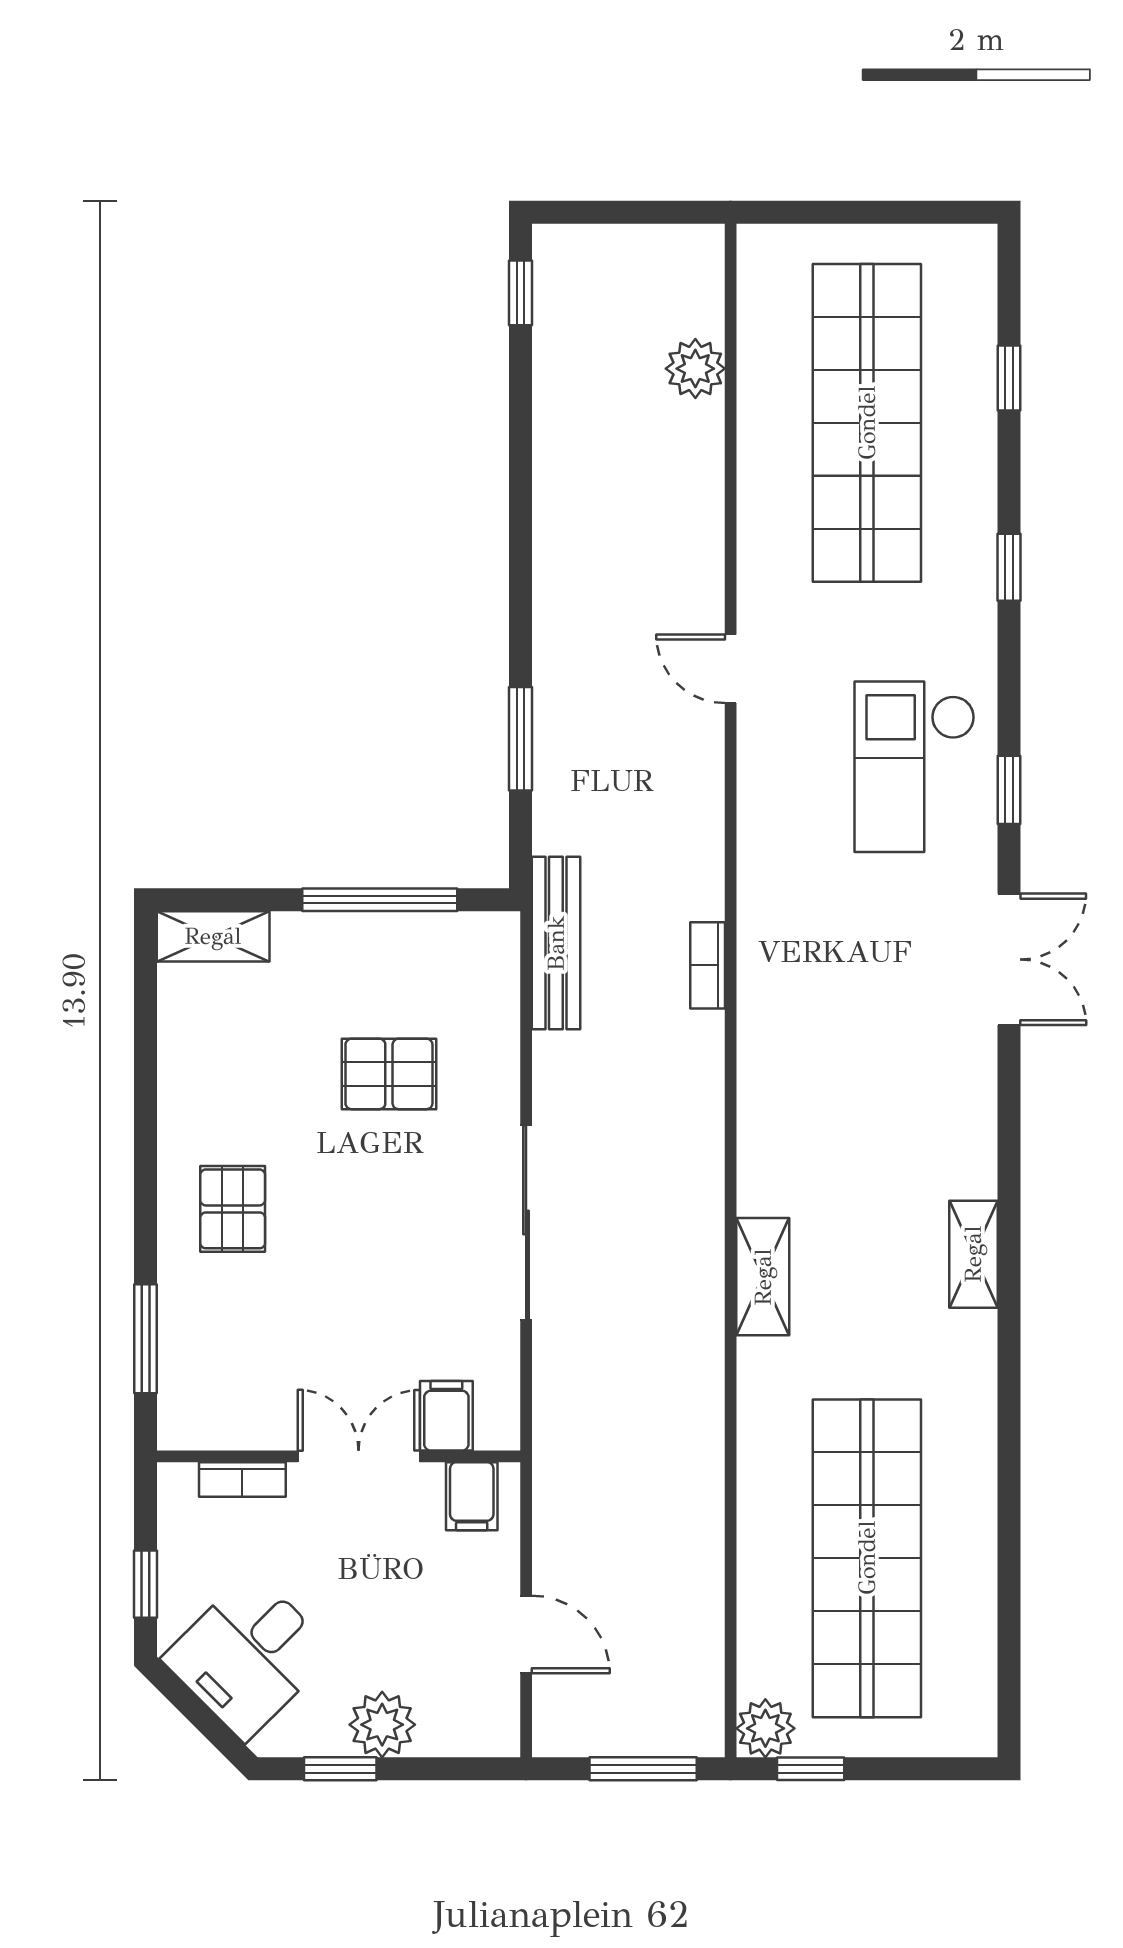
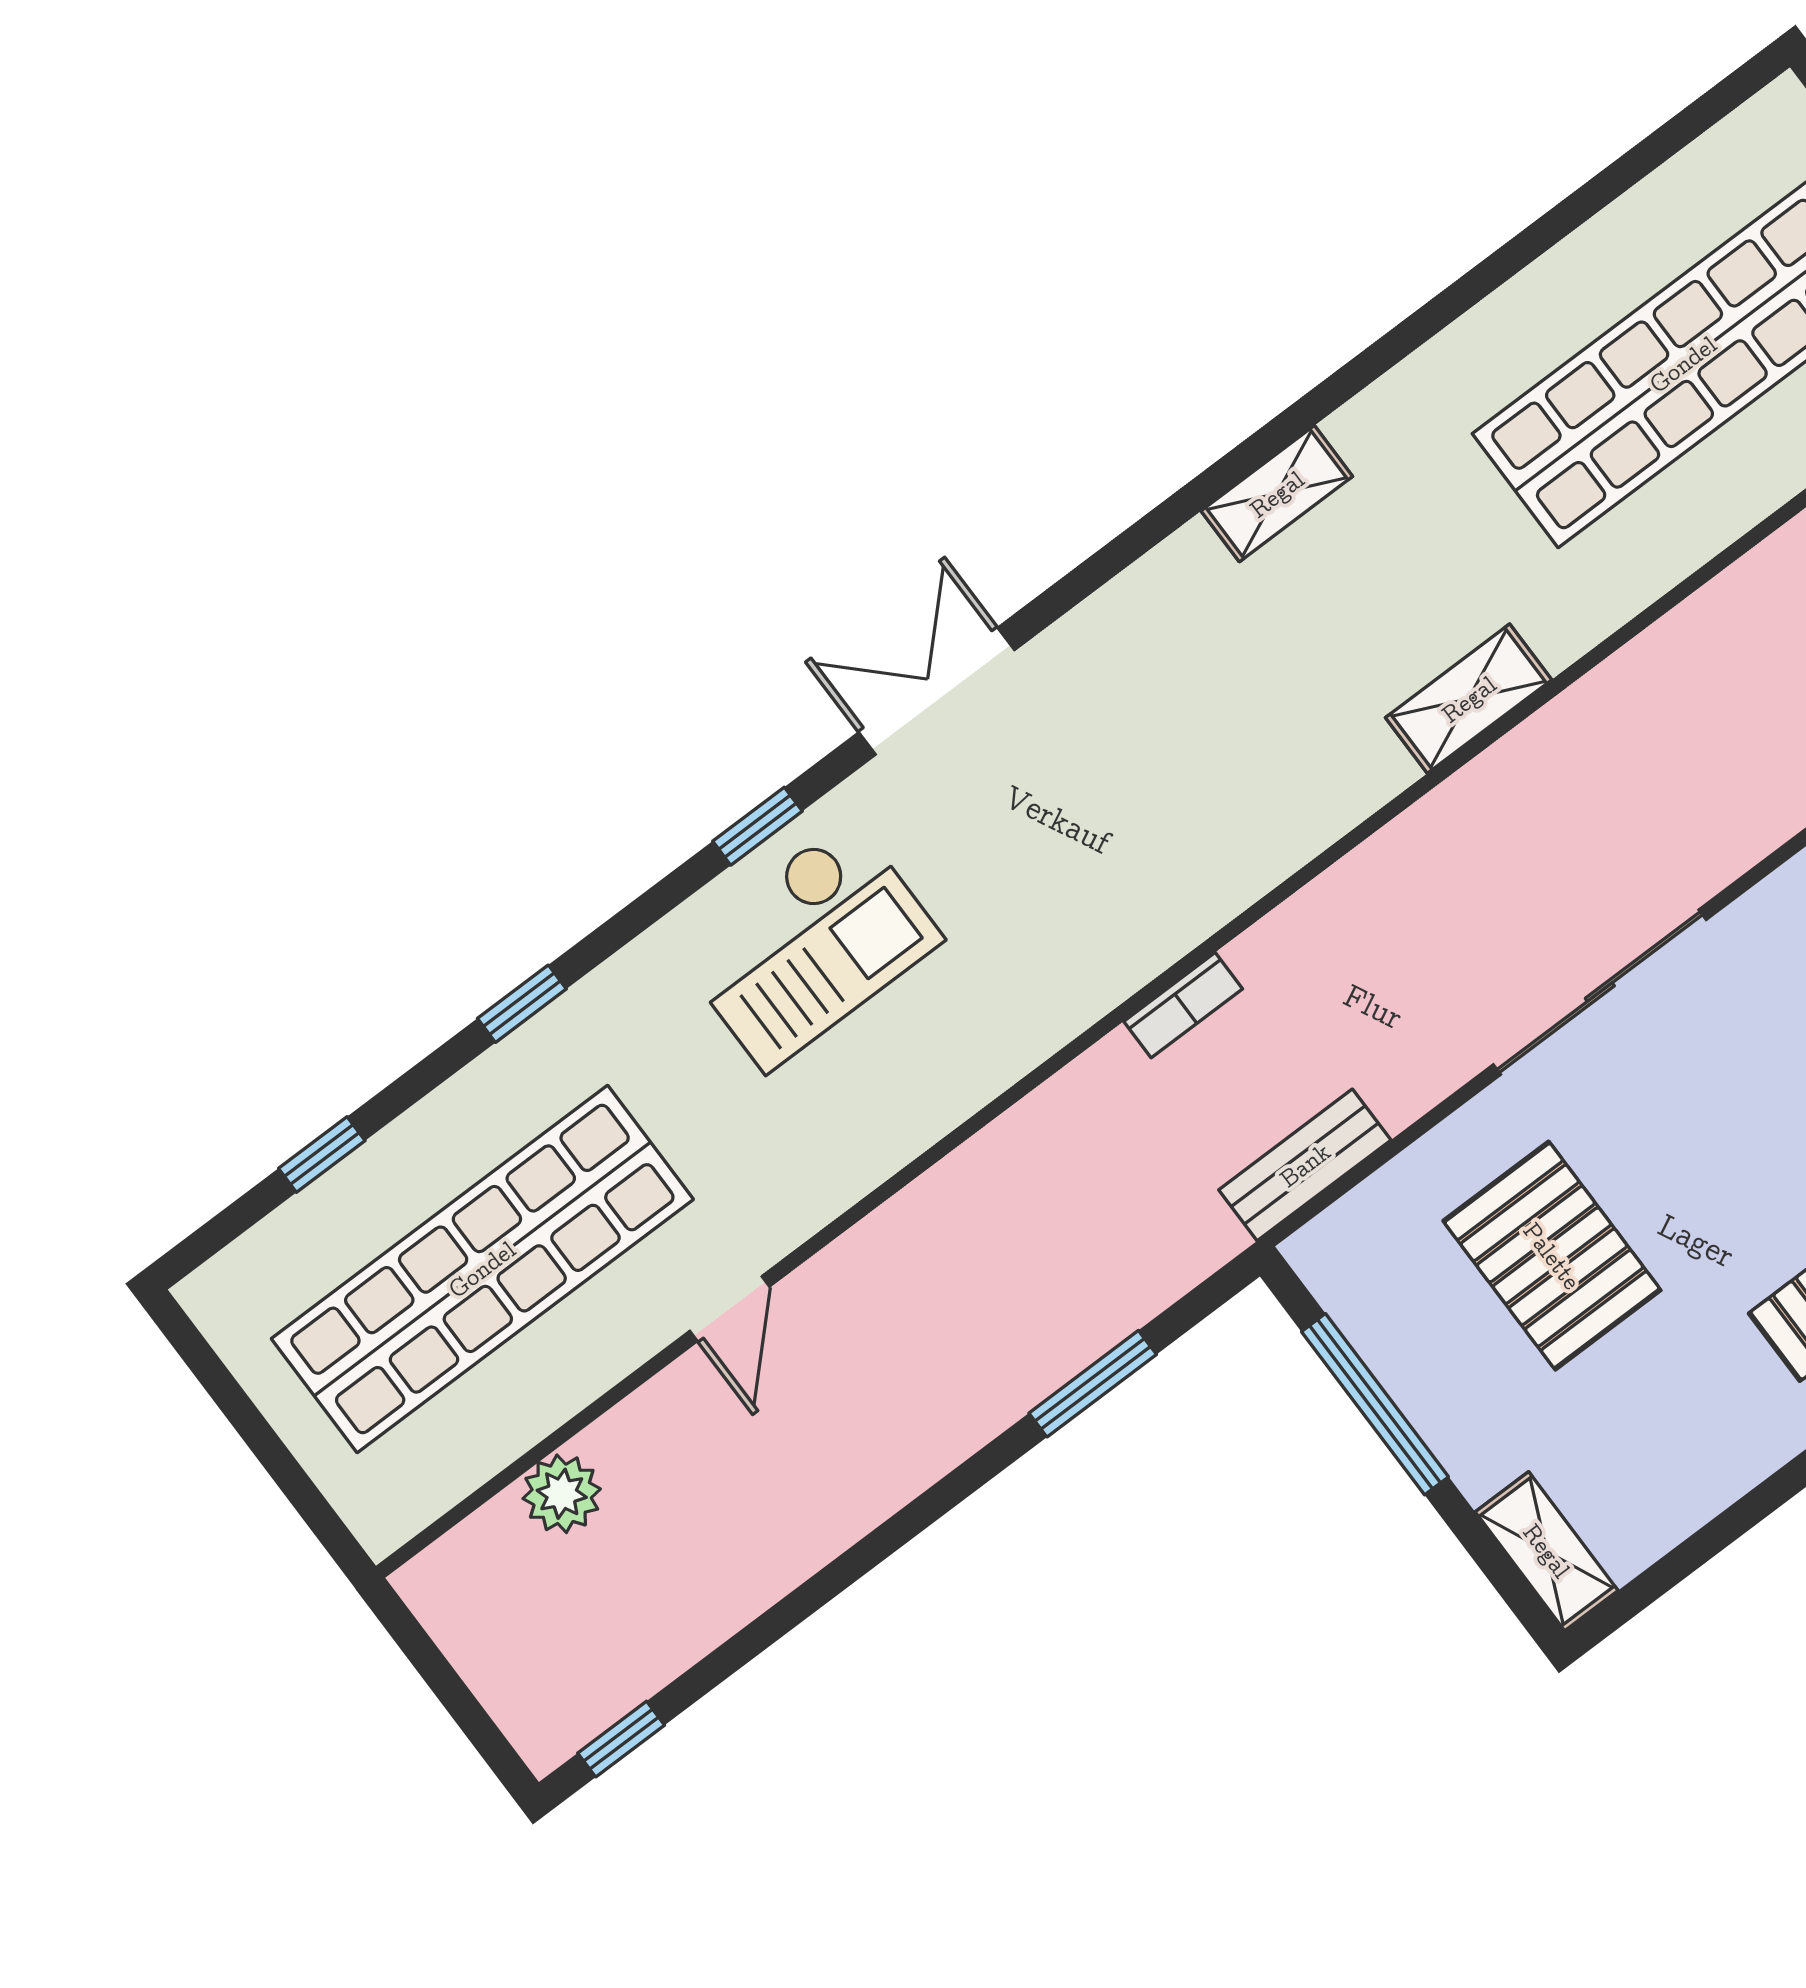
door: (731, 669) -> (730, 1309), moved
bench: (556, 943) -> (1305, 1165), width x0.73
pallet: (389, 1074) -> (1552, 1256), width x1.50, depth x1.42

